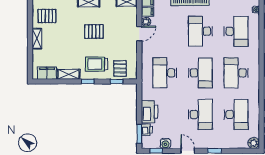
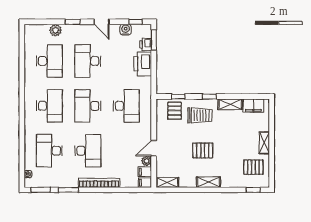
desk: (236, 114) -> (49, 61), turned 180
plant: (254, 143) -> (55, 30), moved

